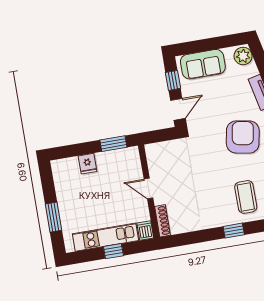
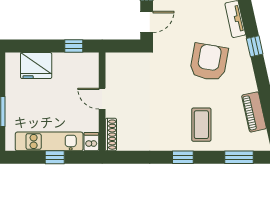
window: (113, 144) -> (74, 46), width x0.67
fridge: (88, 164) -> (36, 66), width x1.88, depth x1.34

